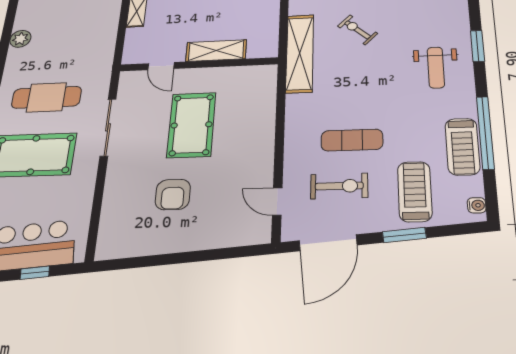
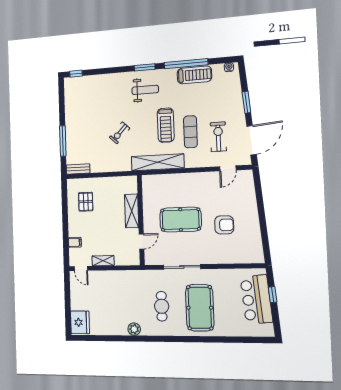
plant: (20, 39) -> (134, 329), moved
window: (477, 46) -> (145, 67), moved
shelving: (300, 53) -> (158, 162), moved
cafe table: (46, 97) -> (162, 306), width x0.73, depth x0.74
treadmill: (415, 192) -> (166, 125), moved, turned -90
door: (328, 243) -> (252, 140), hinge flipped

